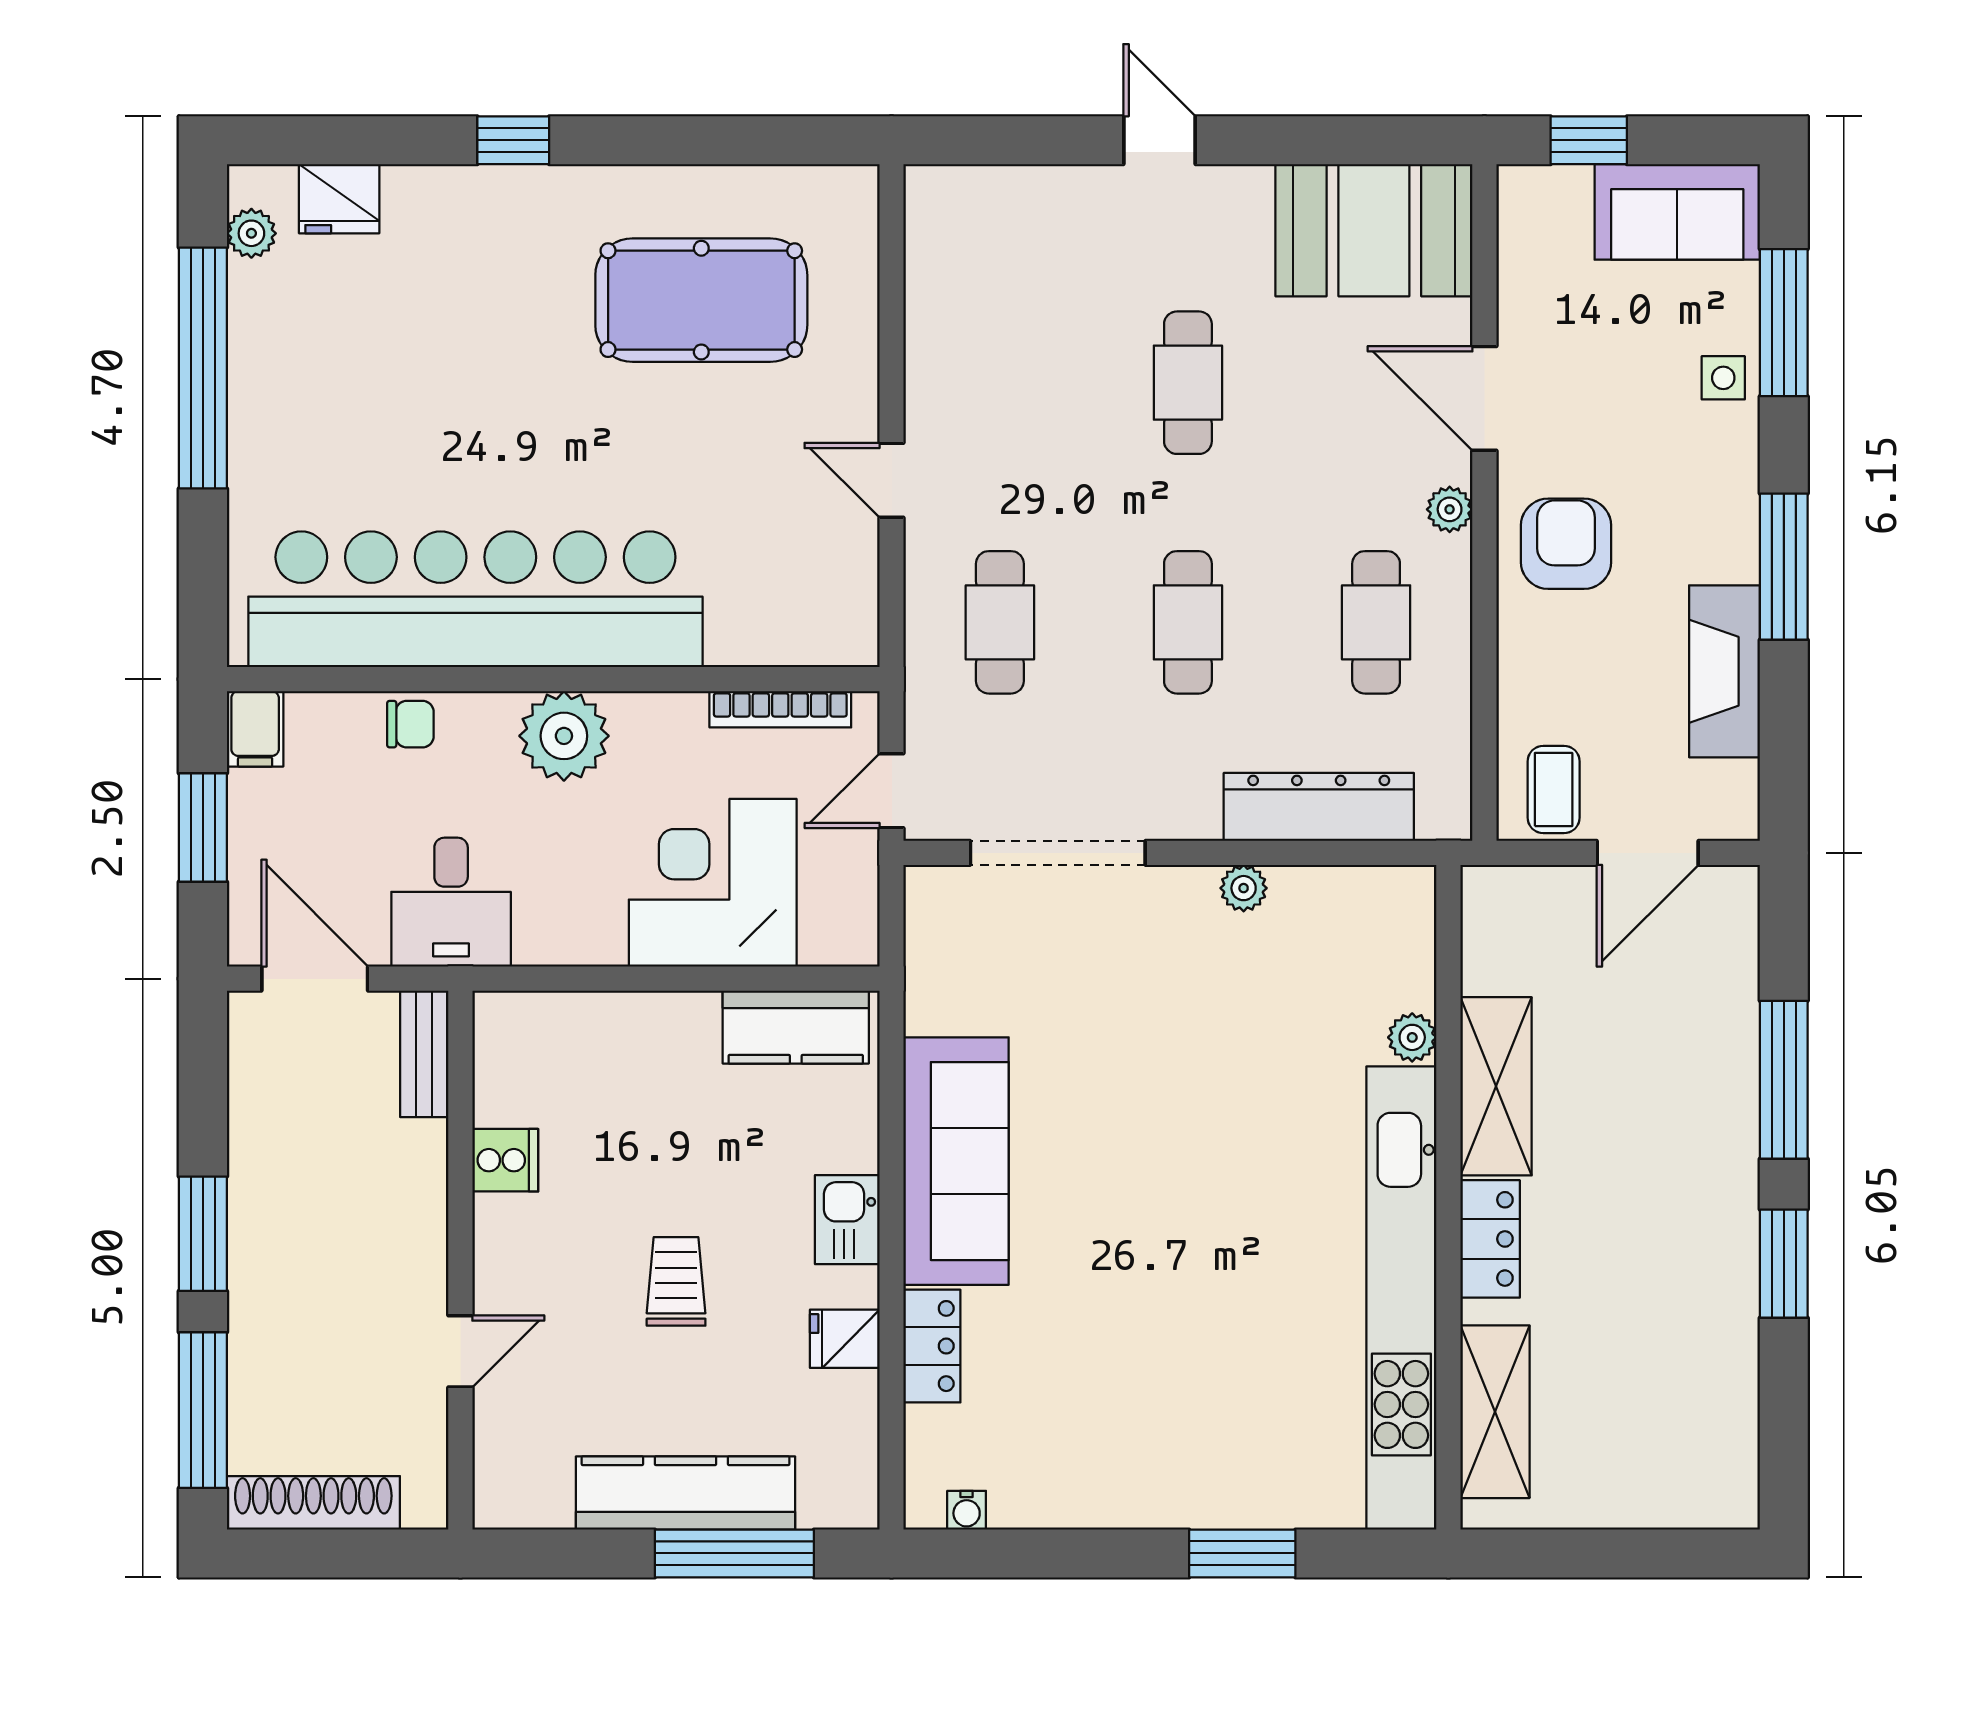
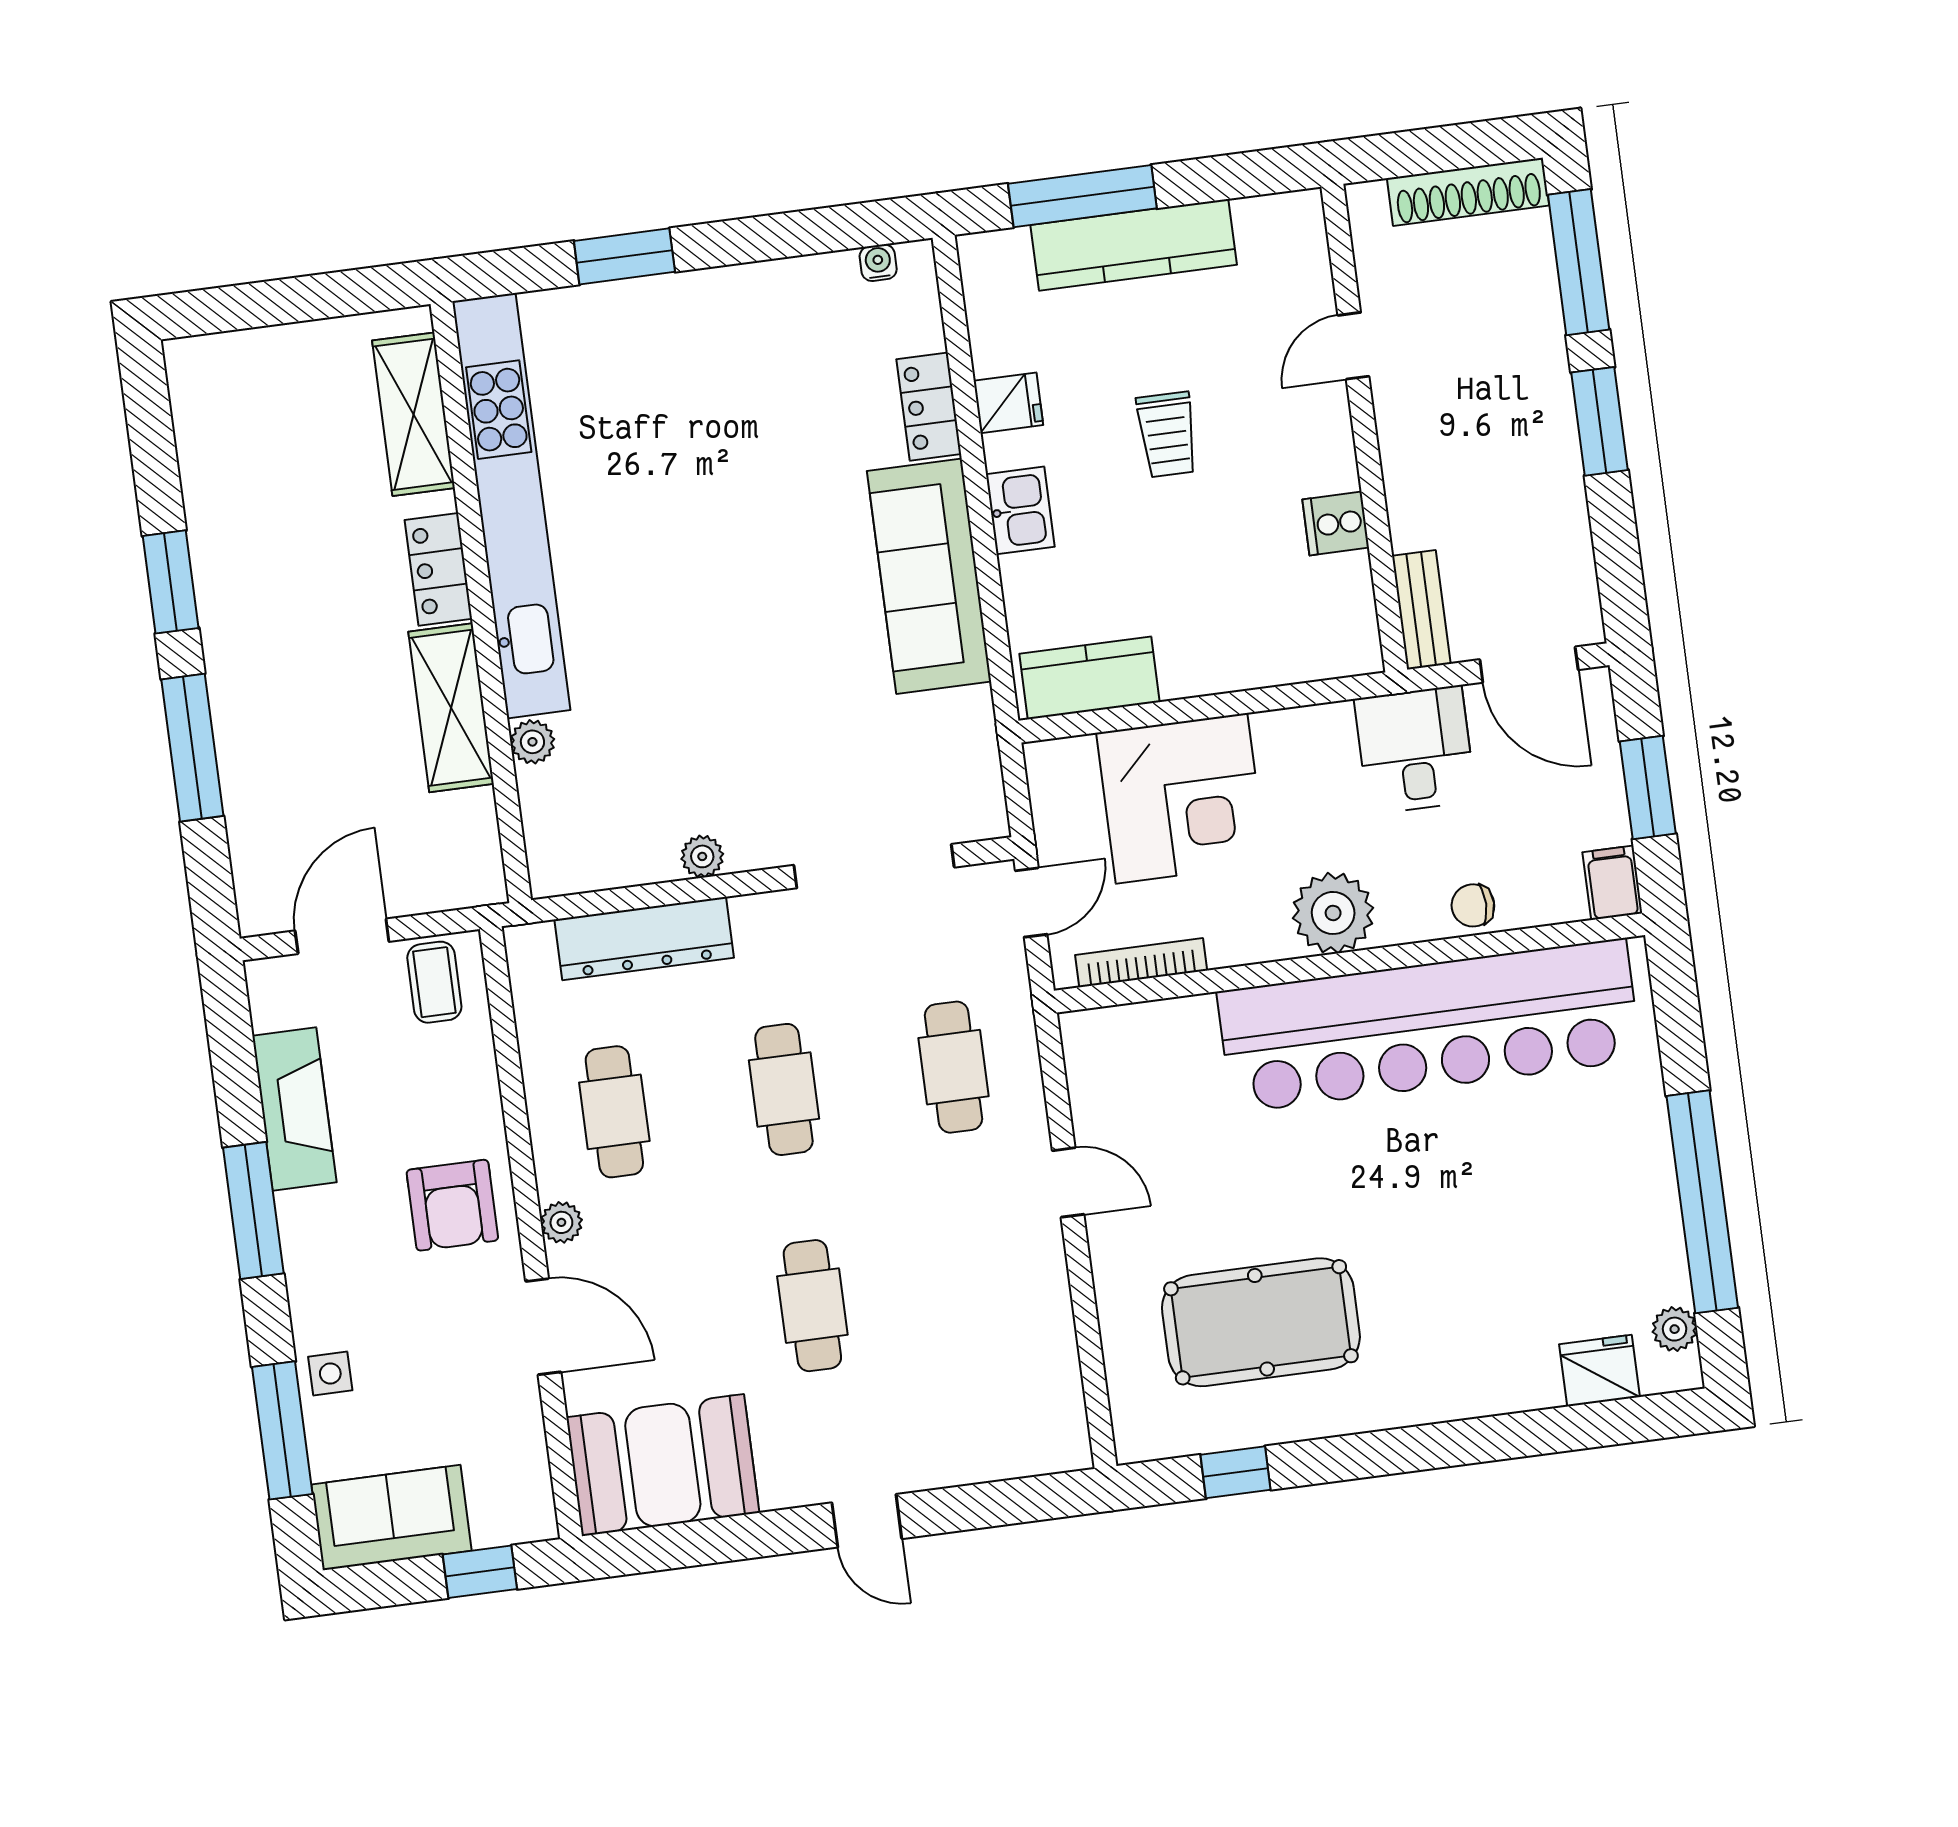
window: (513, 140) -> (1235, 1472), moved

